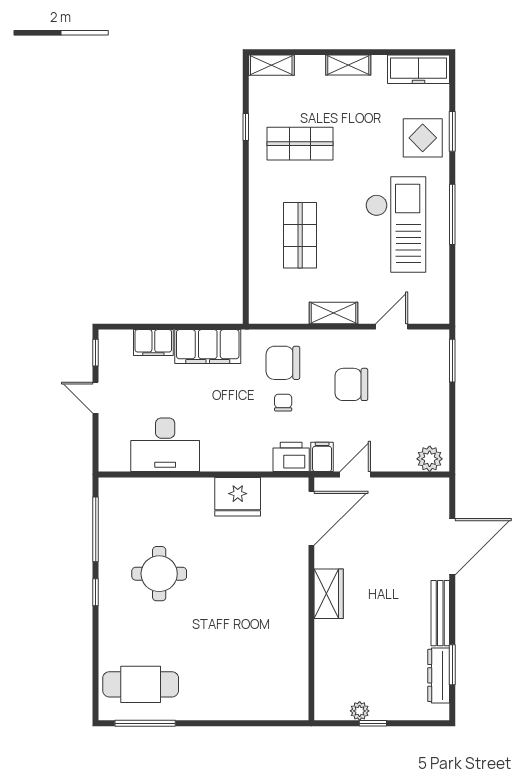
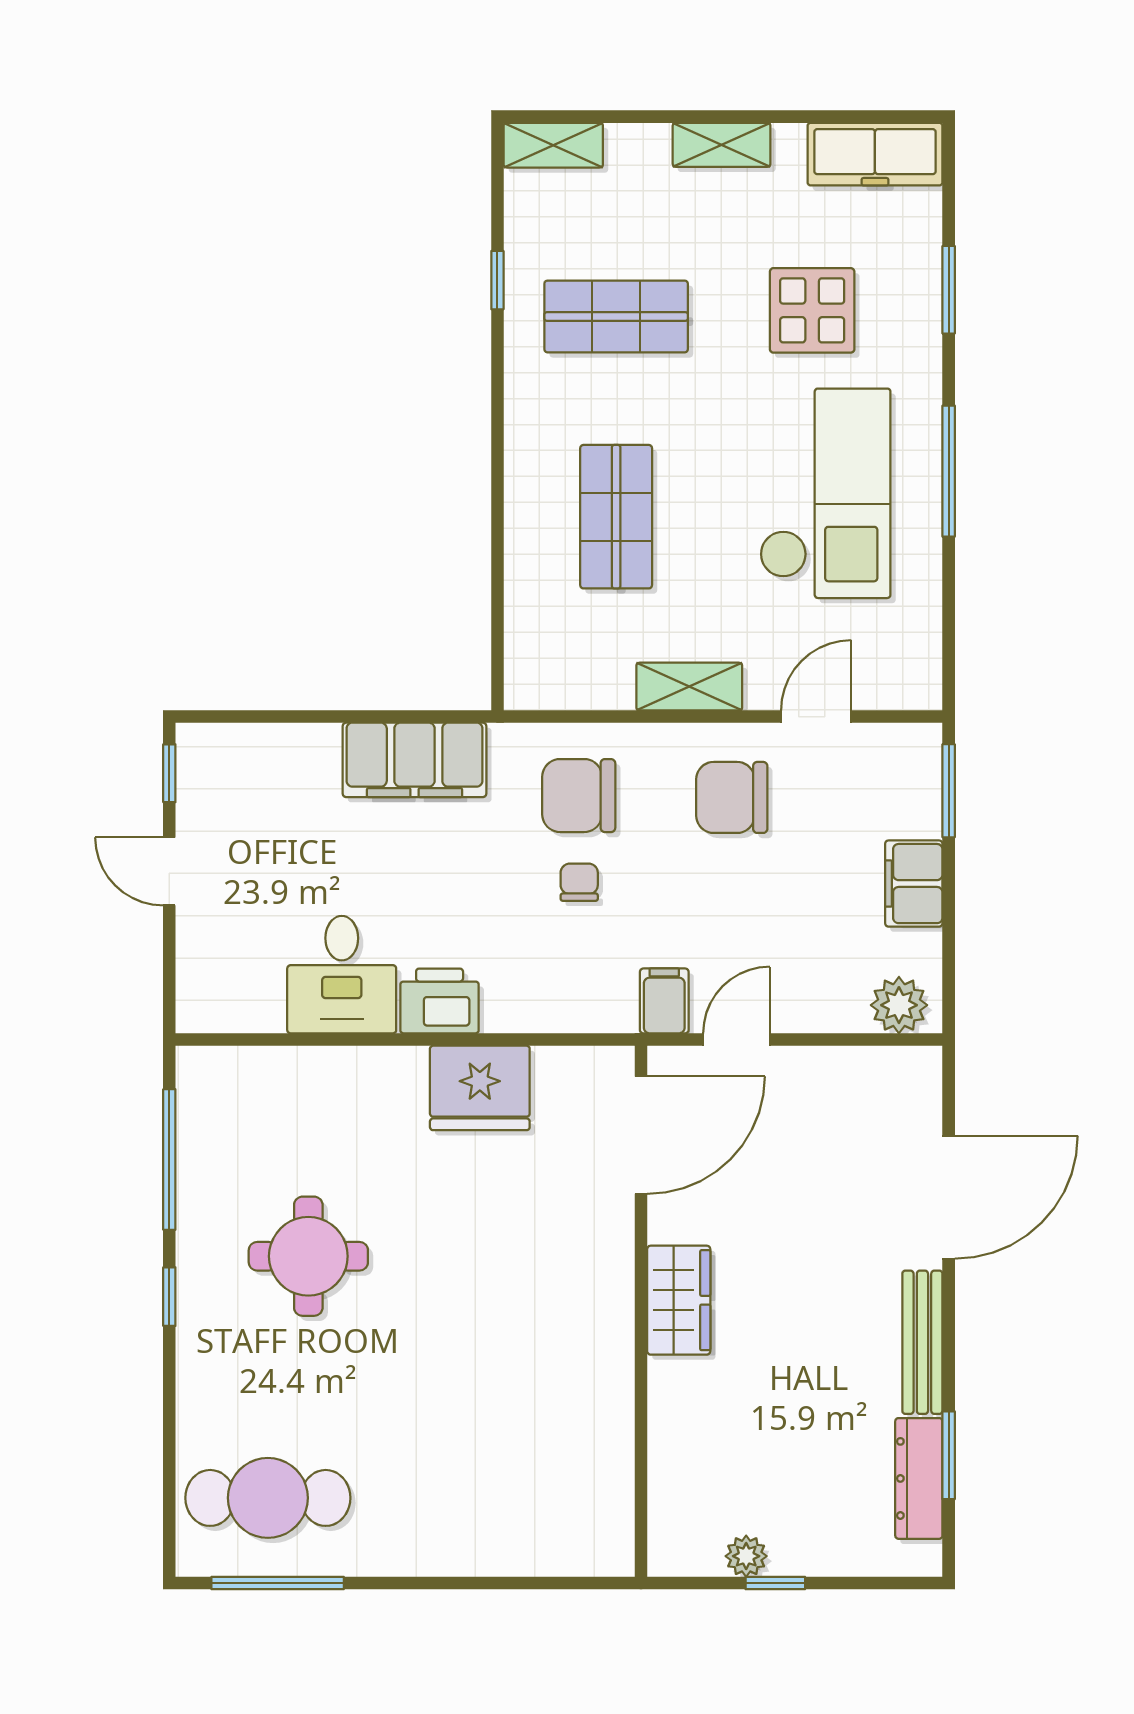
display table: (423, 138) -> (812, 310), moved
filing cabinet: (153, 343) -> (914, 884), moved, turned 90
chair: (351, 384) -> (732, 797), moved
desk: (165, 445) -> (342, 975), width x0.73
printer: (291, 457) -> (440, 1001), moved

